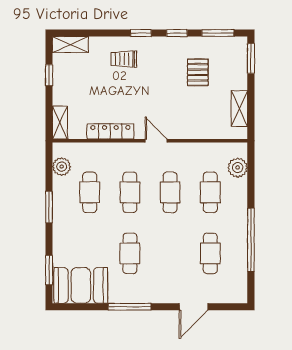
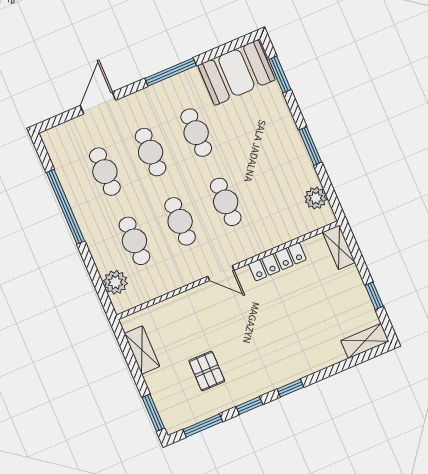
trolley: (124, 59) -> (297, 350), removed
cafe table: (90, 192) -> (151, 152), moved

